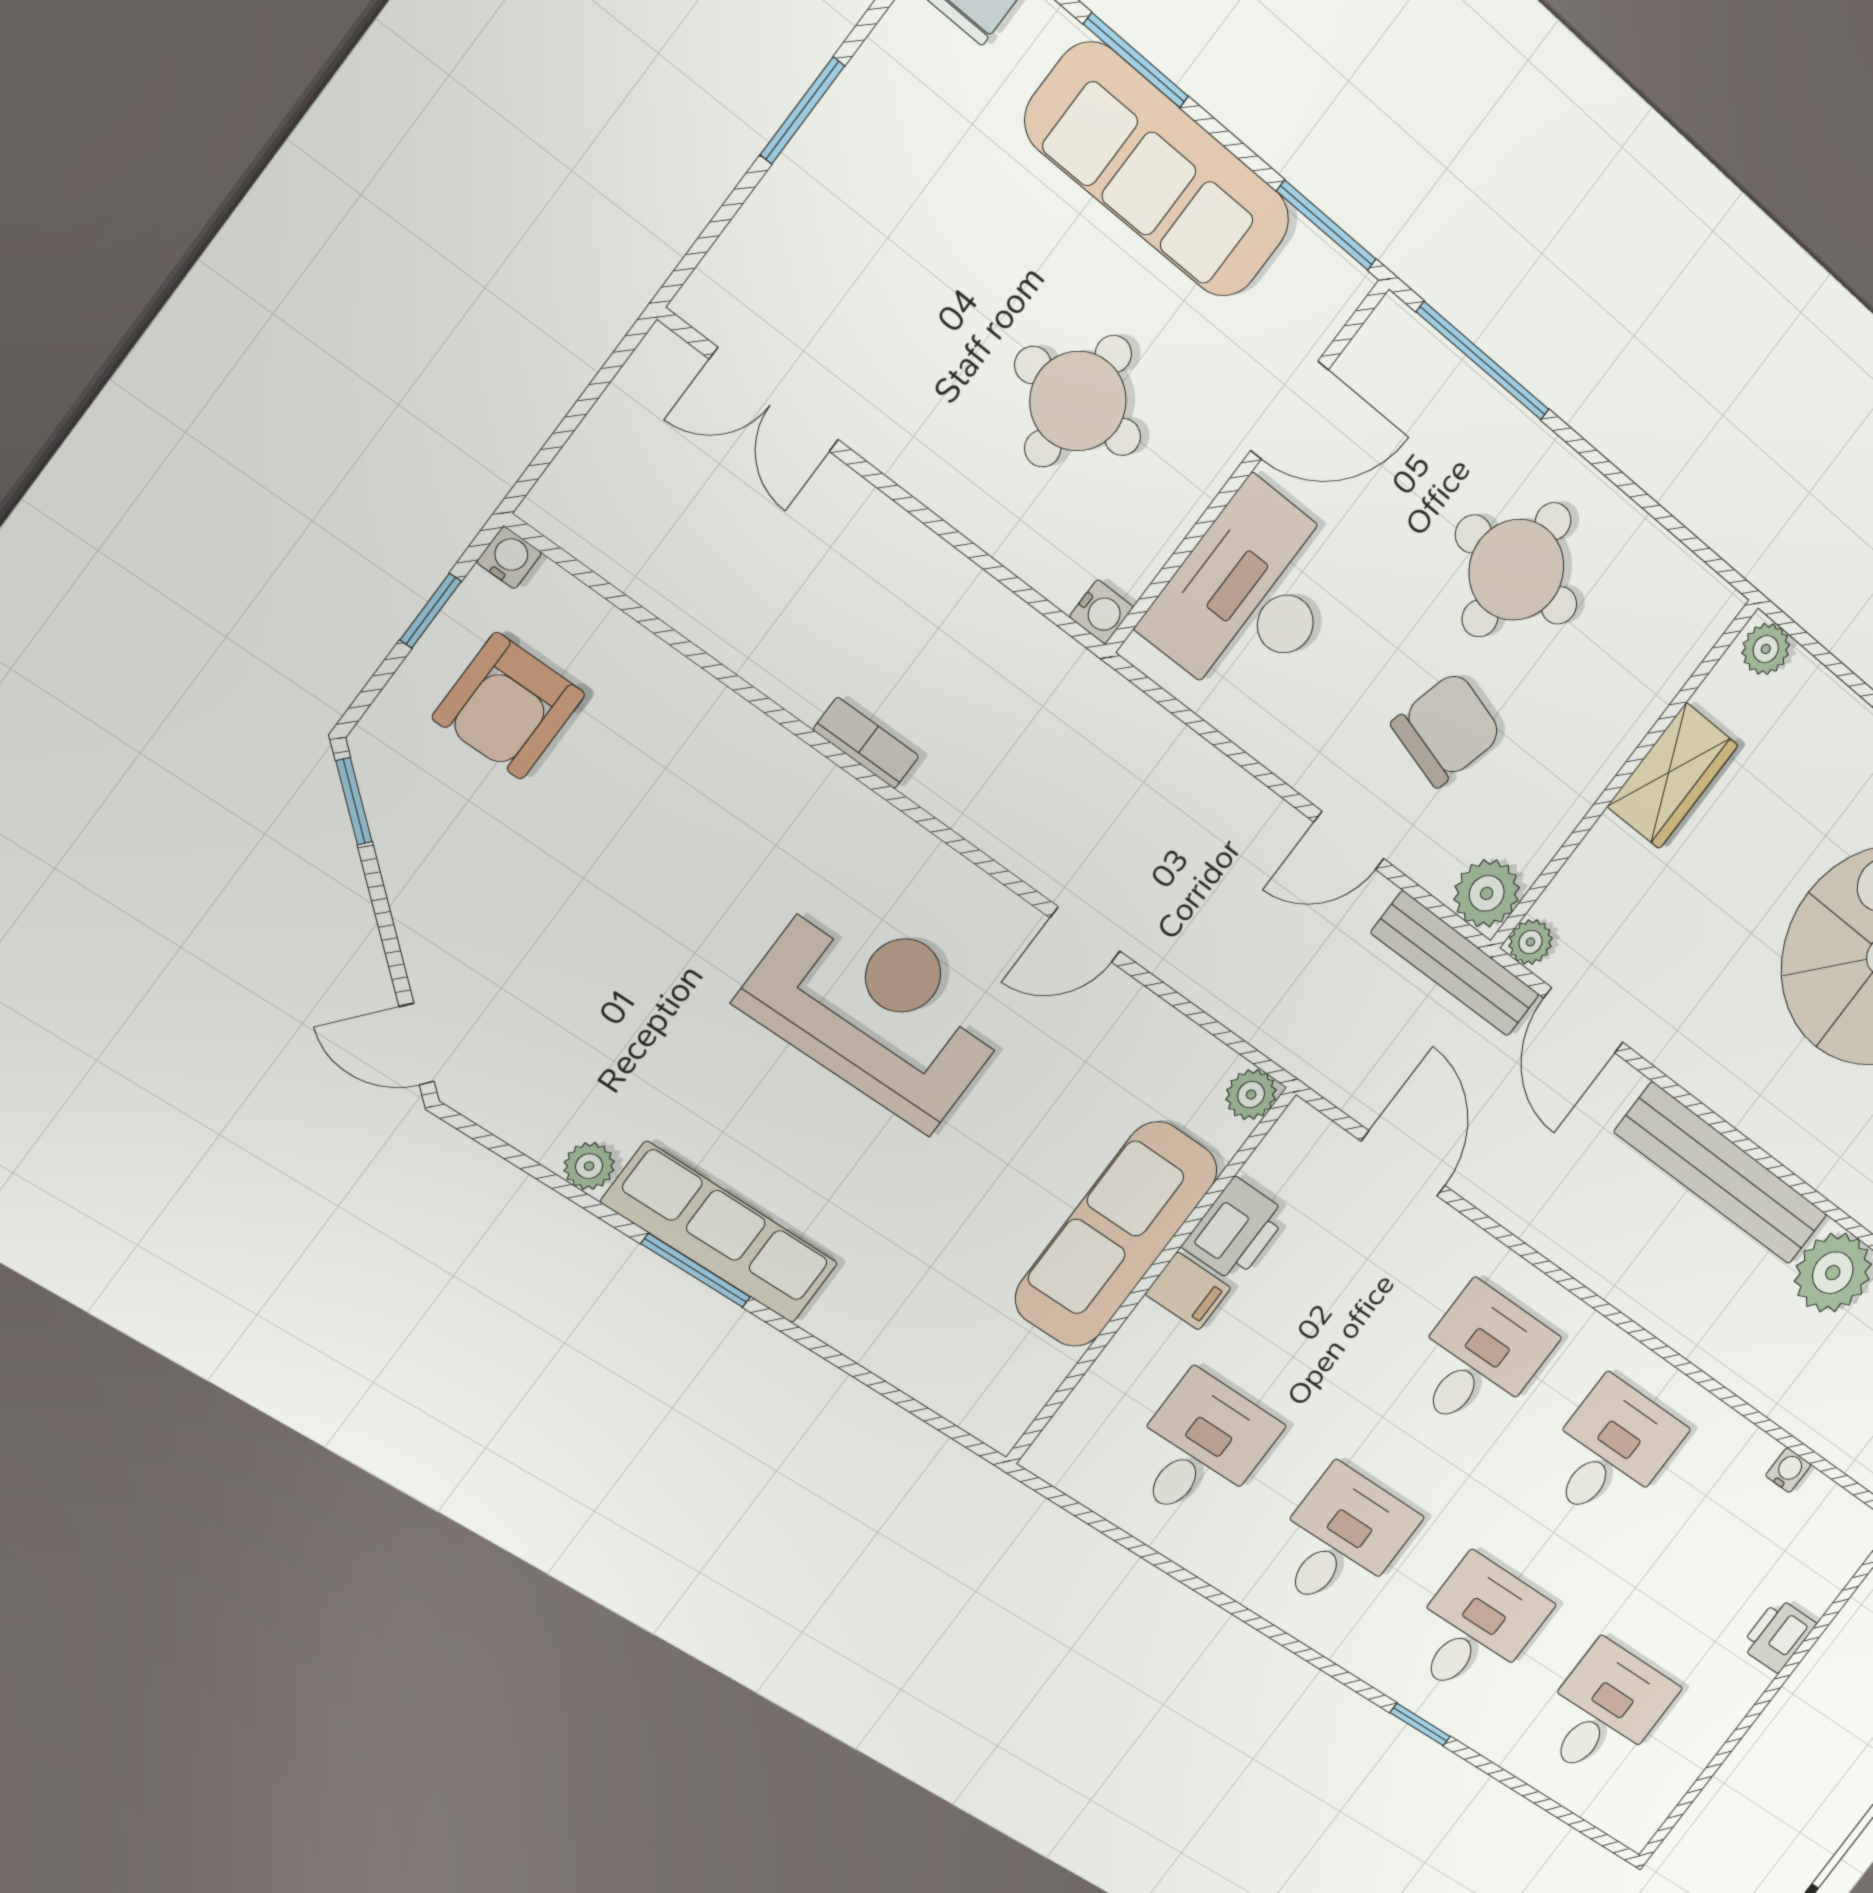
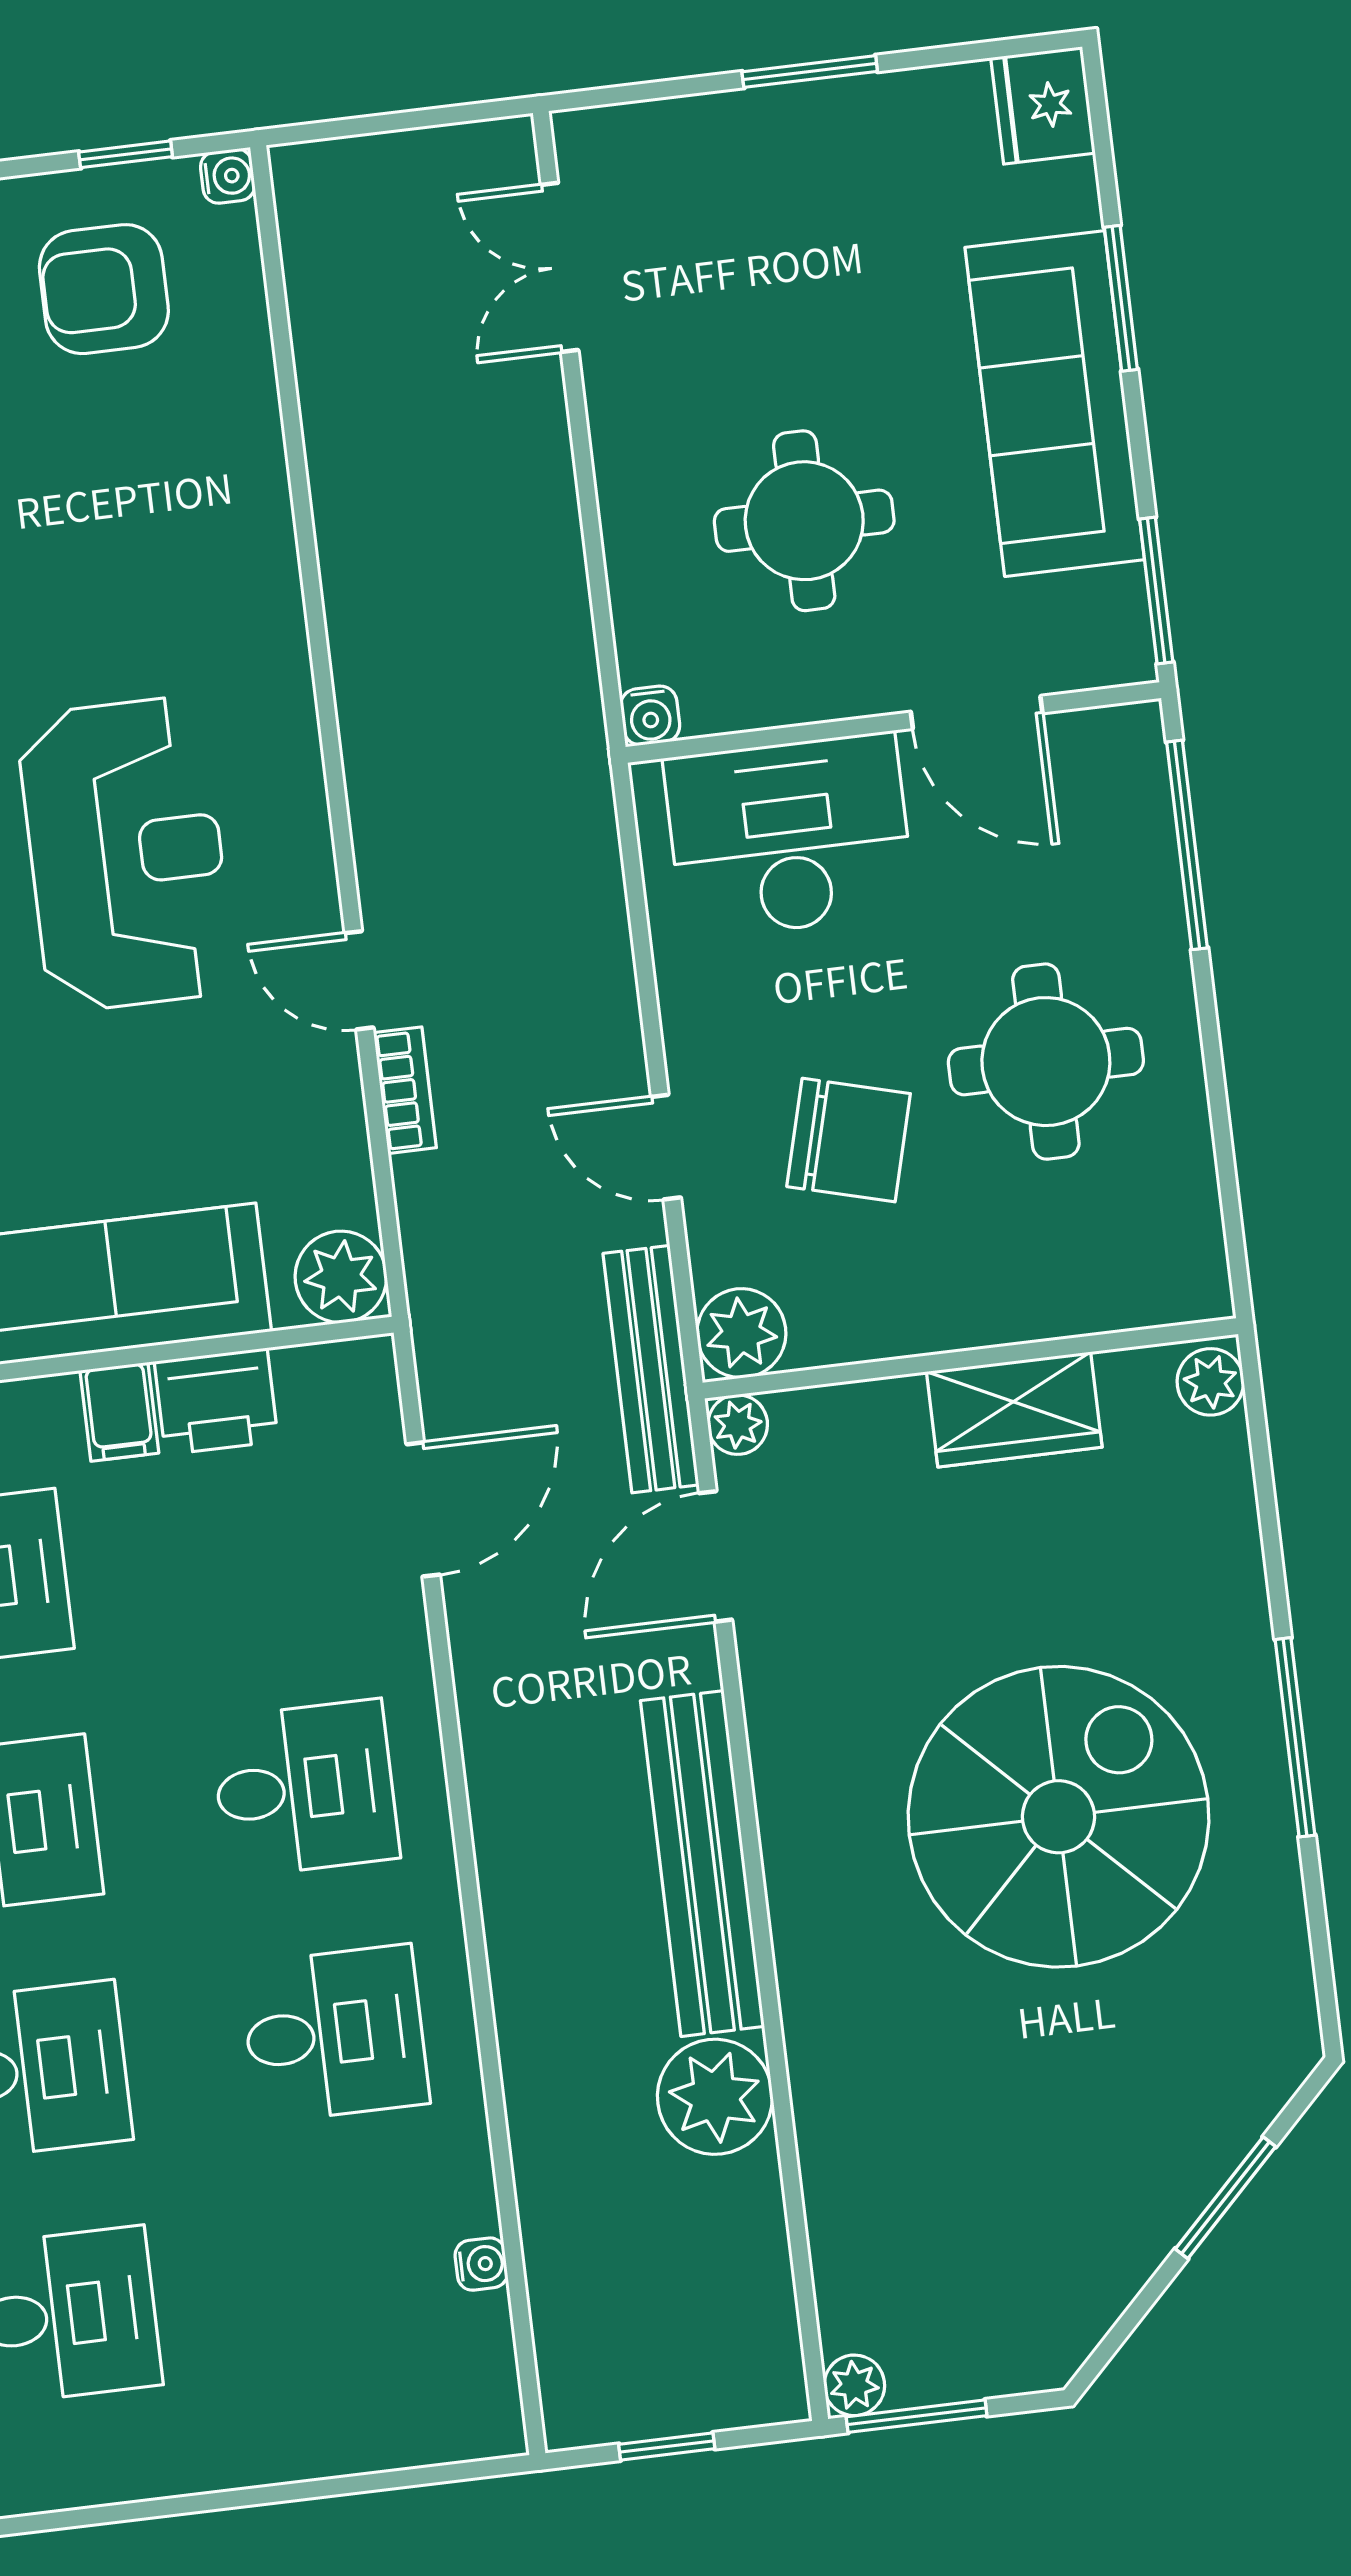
bookcase: (866, 743) -> (405, 1090), moved
plant: (1251, 1095) -> (341, 1277), width x1.38, depth x1.38
printer: (1778, 1635) -> (306, 2441), removed

